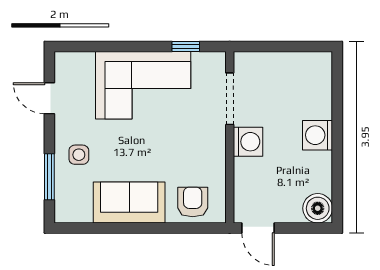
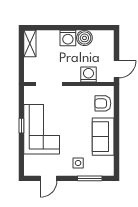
window: (186, 46) -> (21, 126), moved
shelving: (307, 63) -> (30, 43), added
washing machine: (248, 142) -> (88, 74), moved
boiler: (318, 208) -> (84, 38), moved

